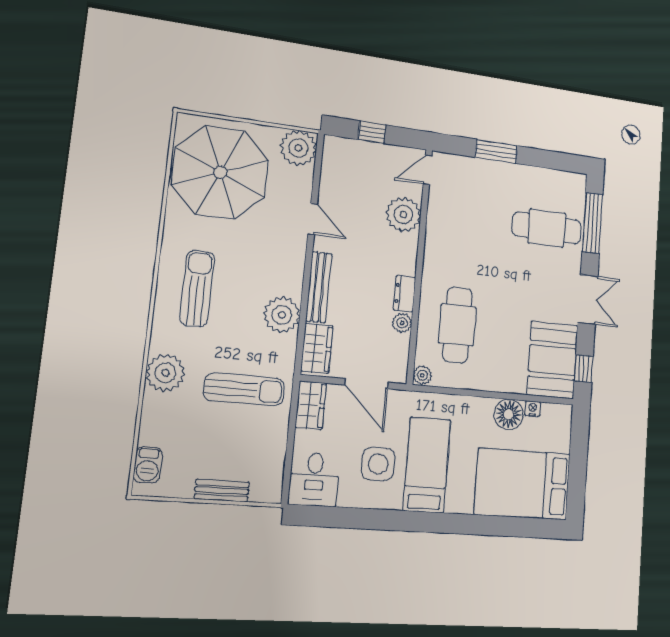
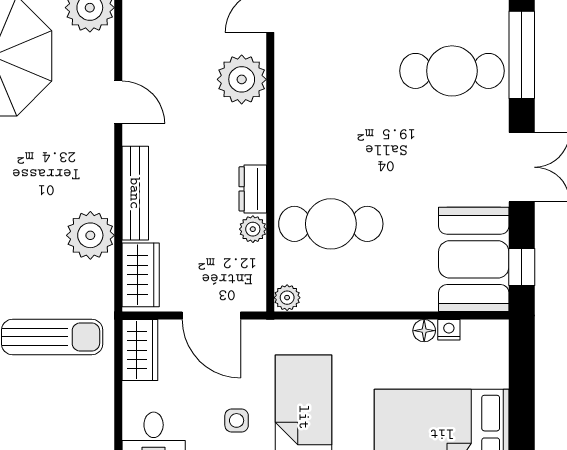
cafe table: (457, 325) -> (331, 224), turned 90
floor lamp: (509, 414) -> (424, 331), width x0.53, depth x0.53
side table: (378, 464) -> (237, 420), width x0.54, depth x0.54

